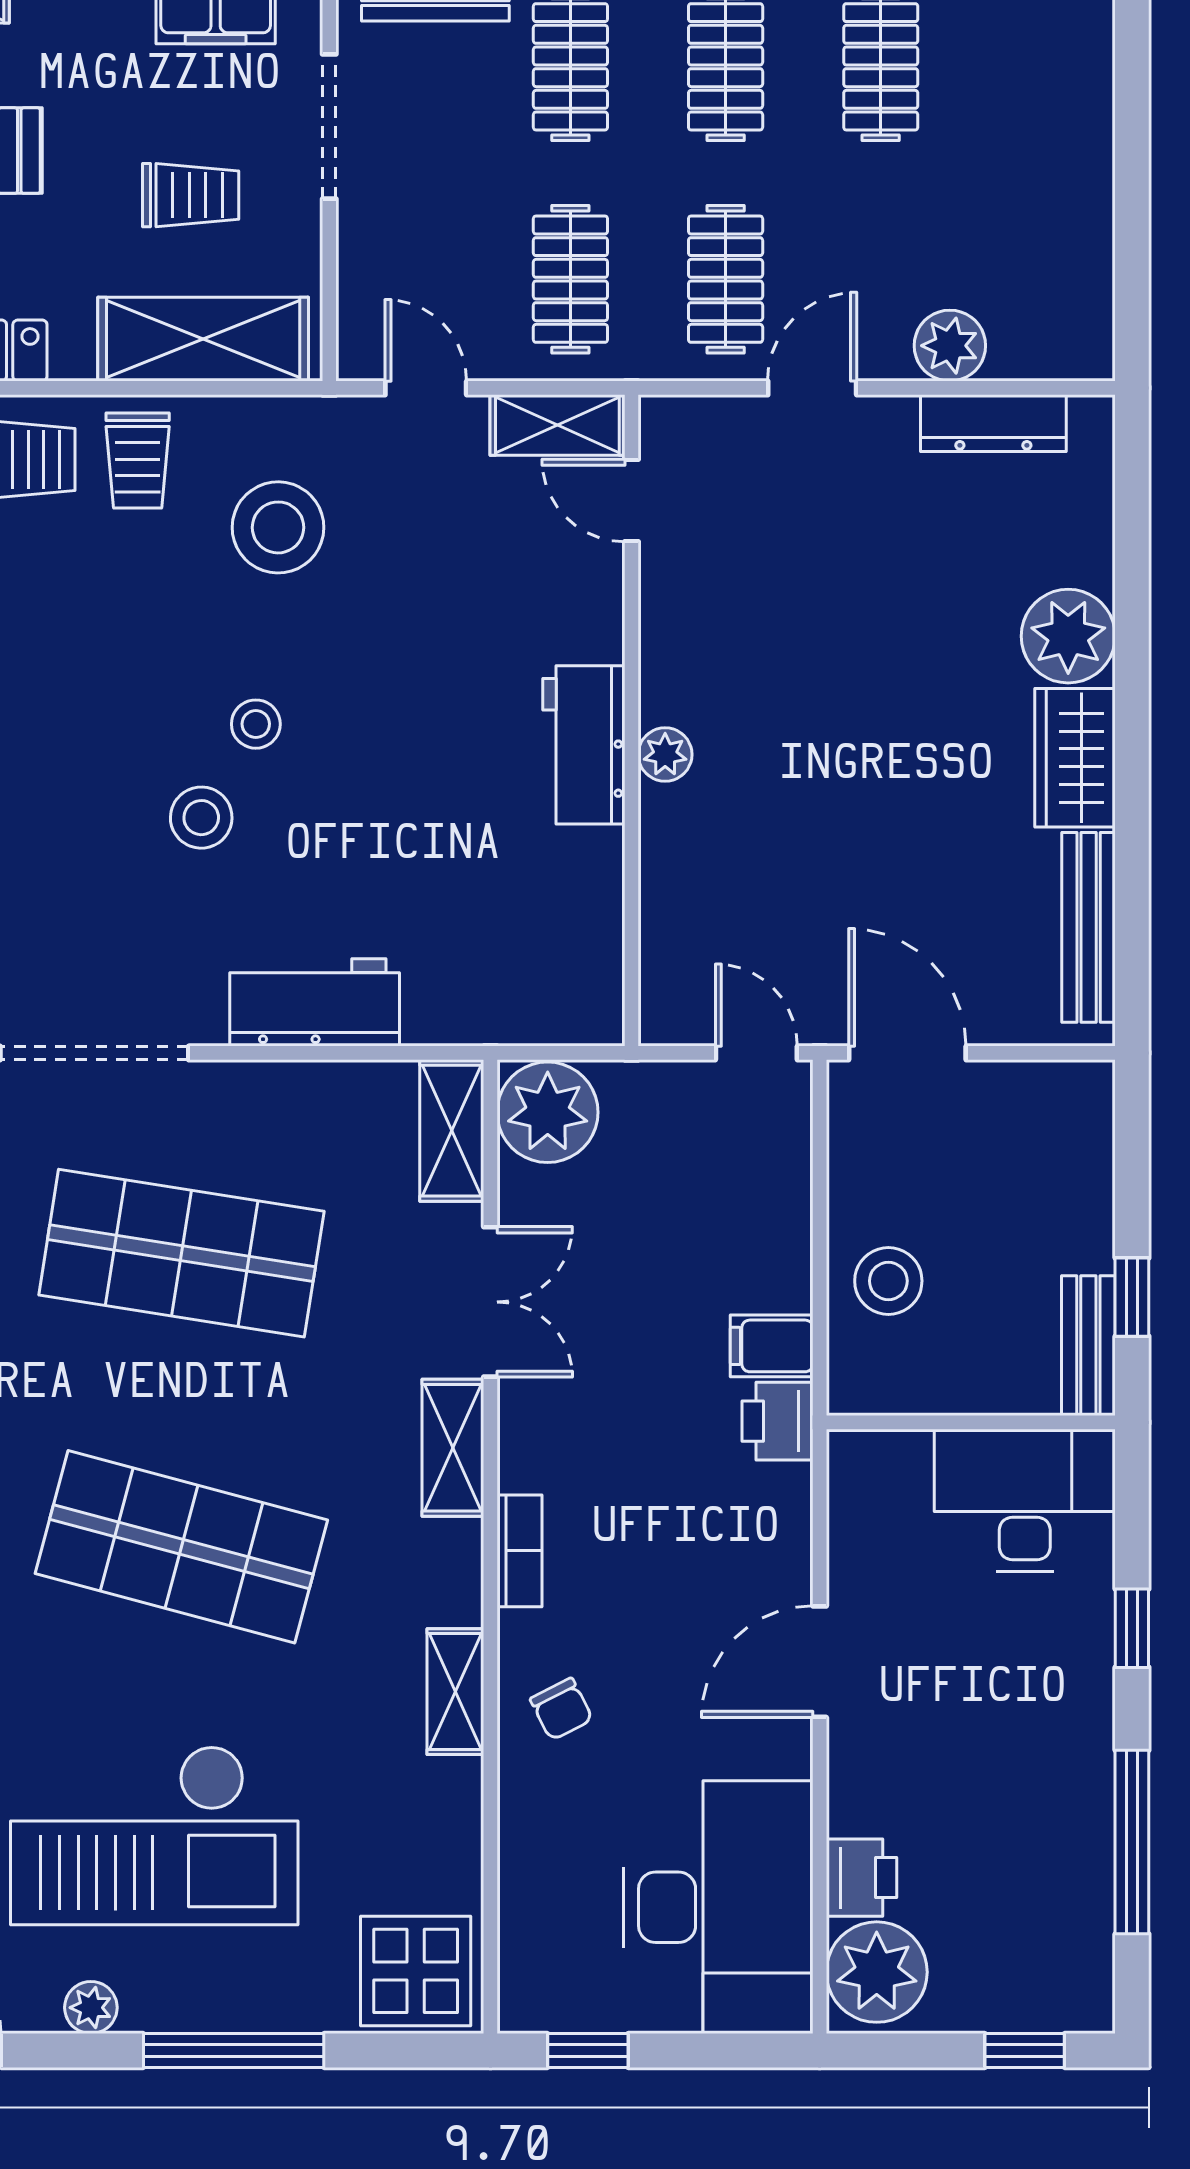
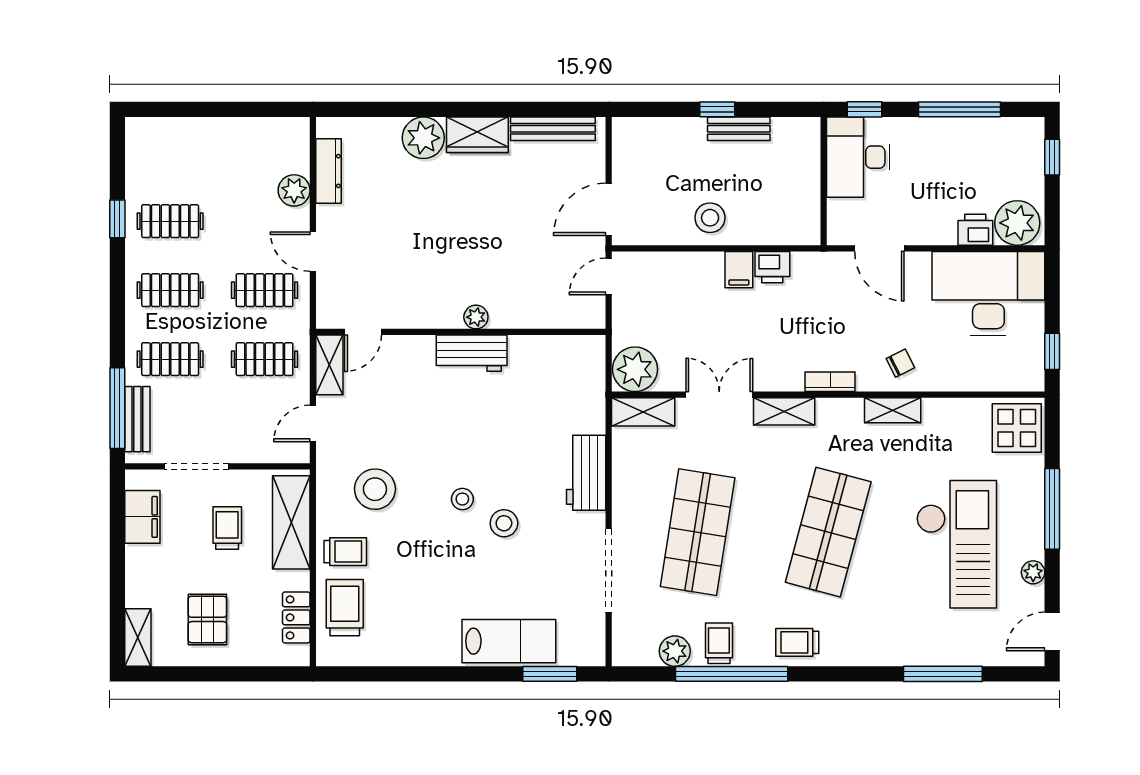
wall: (971, 1422) -> (824, 181), moved
desk: (1025, 1500) -> (858, 157), moved

